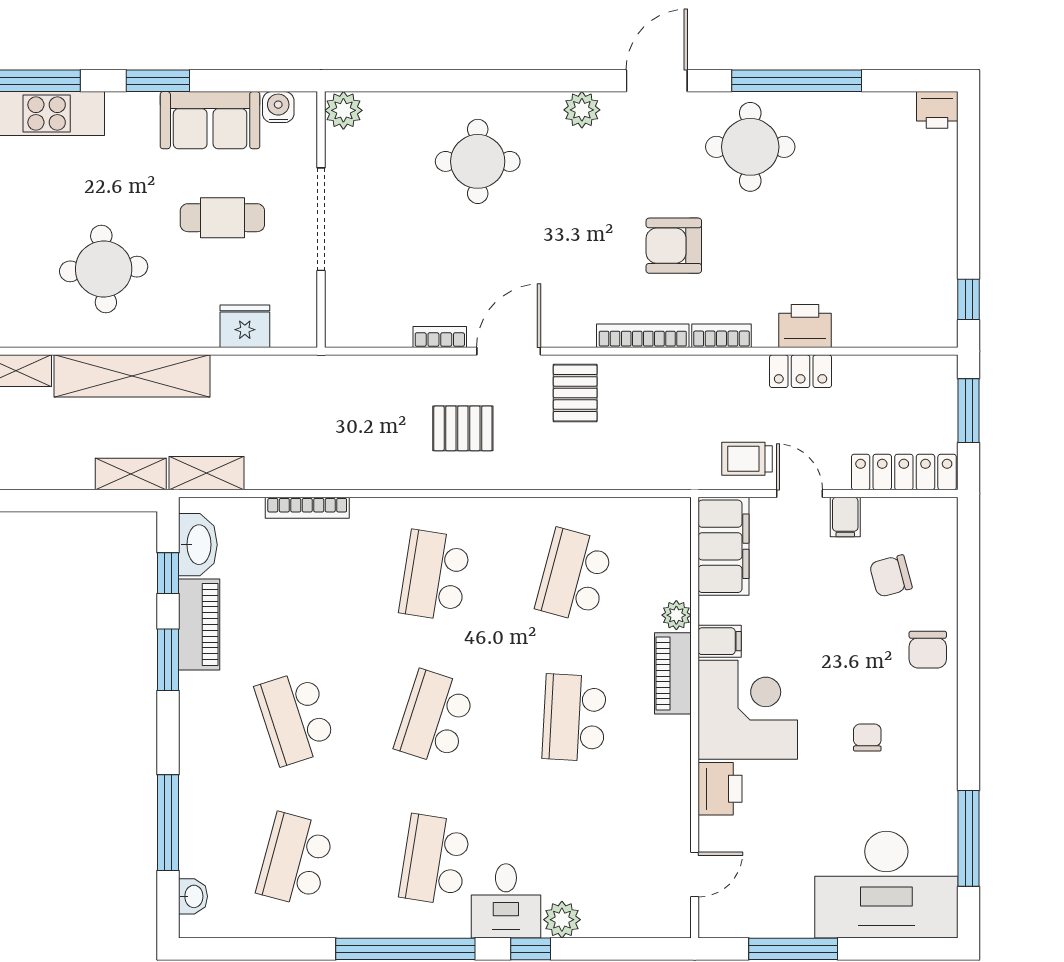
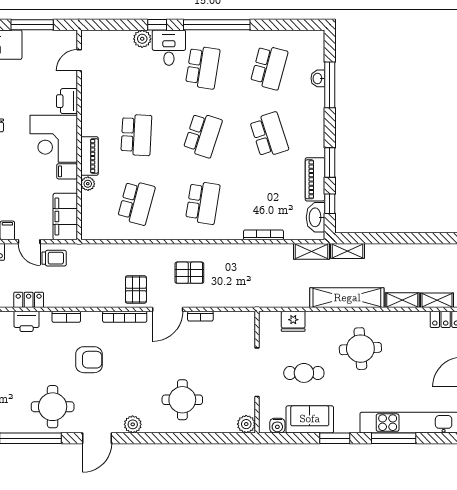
bookcase: (643, 336) -> (125, 317), moved
washbasin: (193, 896) -> (318, 78), moved

